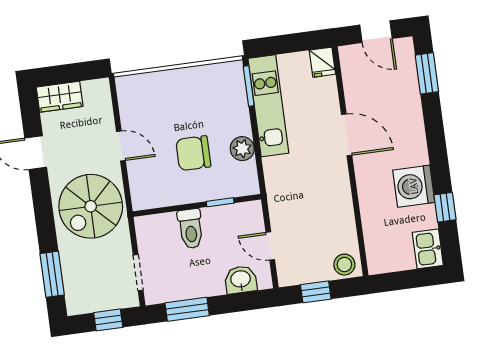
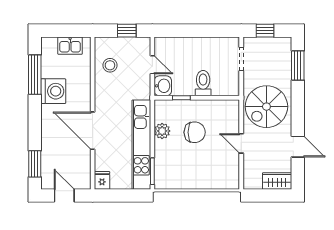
kitchen unit: (268, 106) -> (141, 145), width x1.36
door: (347, 135) -> (93, 131), width x1.36
spiral stairs: (91, 206) -> (266, 107), turned 180
window: (445, 207) -> (35, 75), width x2.17
kitchen sink: (428, 249) -> (70, 46), moved, turned 90
stool: (344, 265) -> (110, 65), moved
washbasin: (241, 280) -> (163, 86), moved, turned -90
window: (187, 309) -> (212, 31), removed

